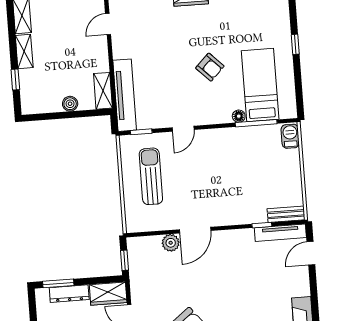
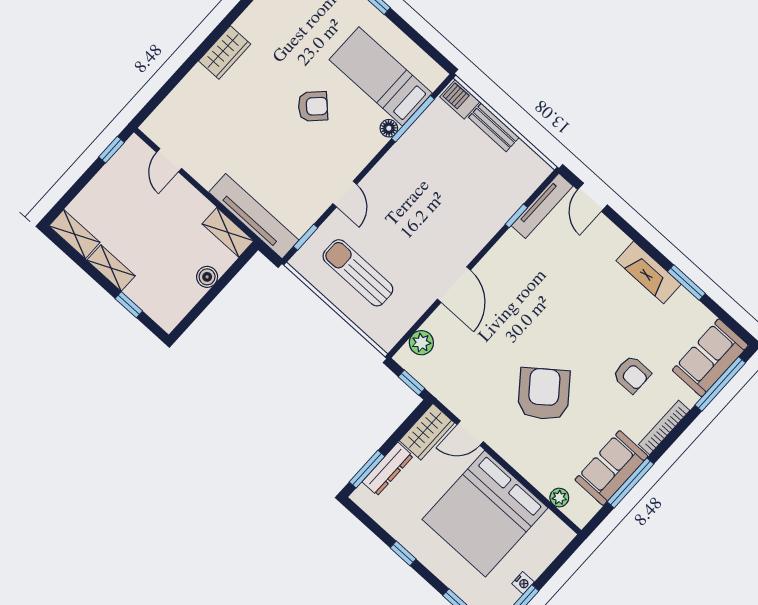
bench: (286, 214) -> (494, 127), moved, turned 90
plant: (171, 243) -> (421, 343), moved

